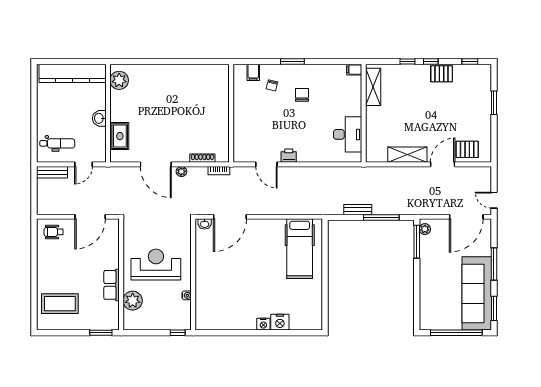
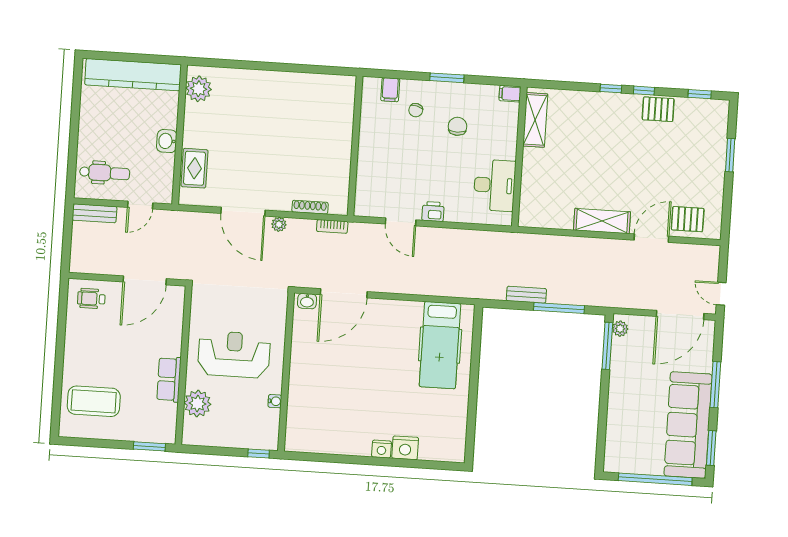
filing cabinet: (354, 70) -> (510, 94), moved
shelving: (373, 87) -> (535, 120), moved
wall: (364, 113) -> (519, 157), moved
desk: (348, 134) -> (495, 185), moved

